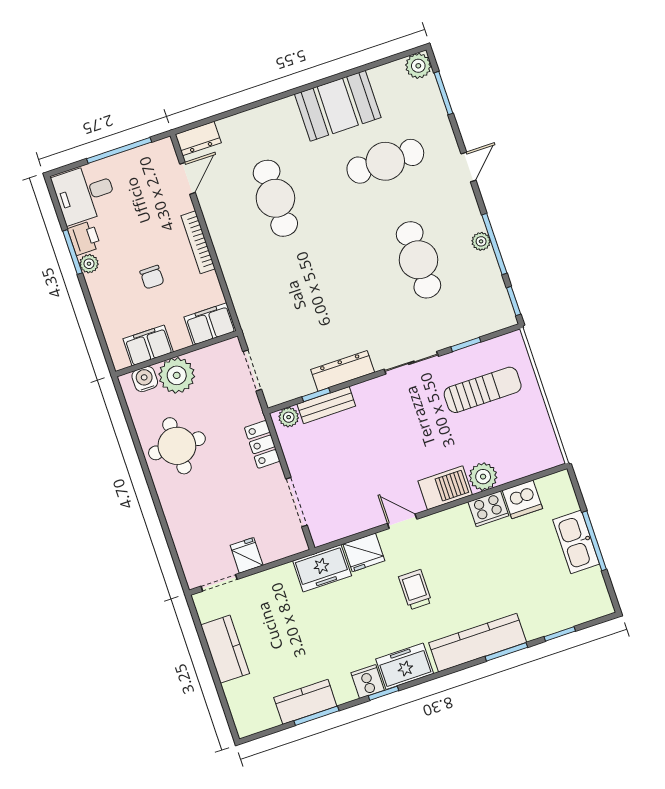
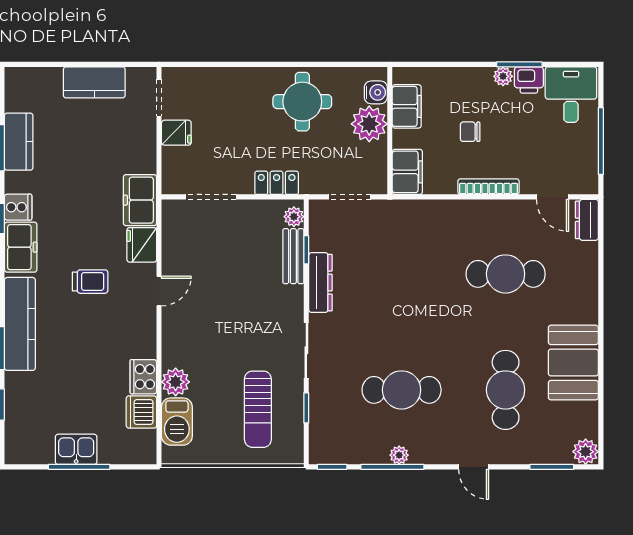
barbecue: (445, 488) -> (177, 422), moved
kitchen sink: (576, 542) -> (76, 449), width x0.73

